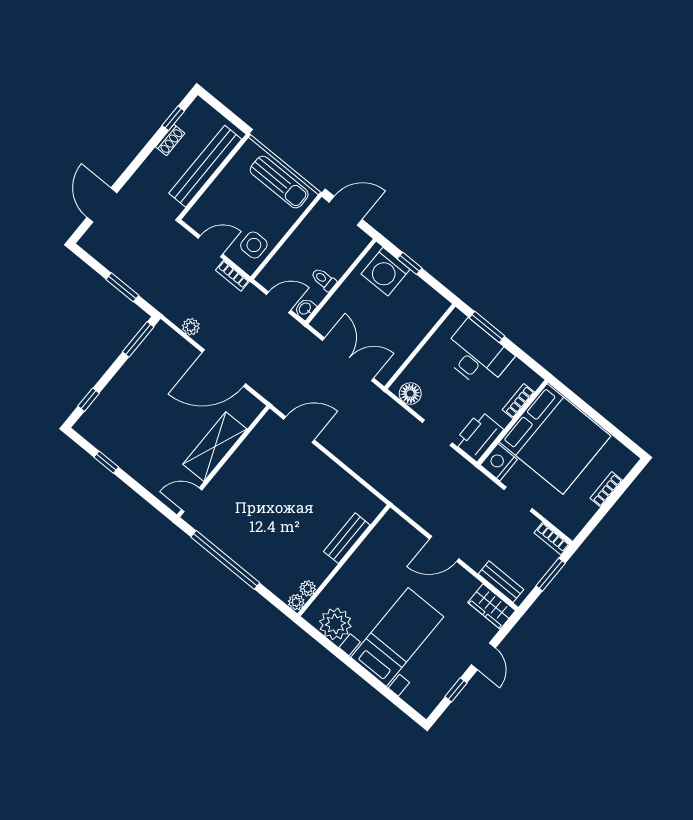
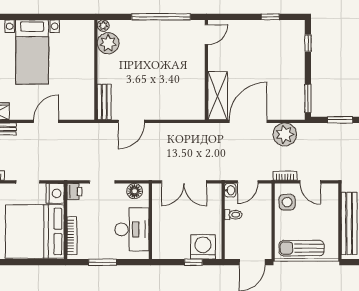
door: (210, 246) -> (310, 182), hinge flipped
plant: (191, 327) -> (285, 134), width x1.88, depth x1.88
window: (487, 327) -> (103, 262), moved
desk: (477, 355) -> (132, 229), moved, turned -90
bookcase: (518, 401) -> (72, 236), width x1.56
door: (299, 430) -> (131, 121), moved
printer: (479, 436) -> (74, 192), width x0.53, depth x0.68
shelving: (215, 447) -> (218, 96), moved
bench: (347, 538) -> (104, 102), moved
plant: (308, 588) -> (108, 43), width x1.88, depth x1.88
plant: (335, 624) -> (72, 31), removed

